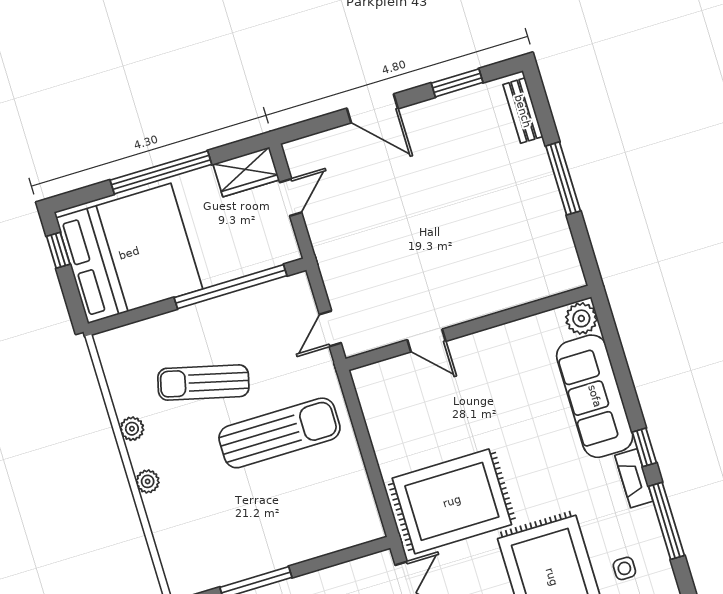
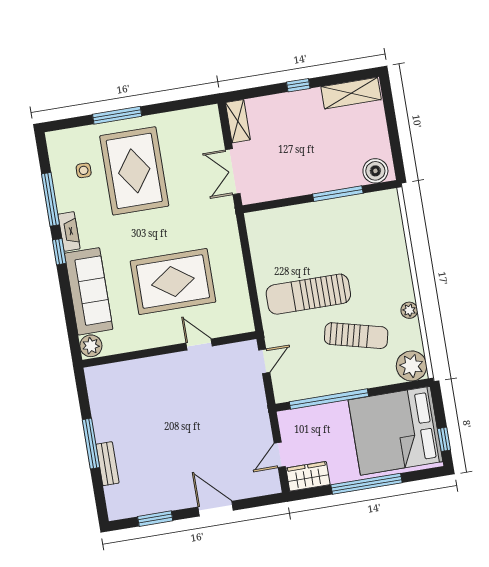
bench: (523, 111) -> (107, 464), moved
plant: (148, 481) -> (412, 366), moved, width x1.88, depth x1.88
rug: (452, 501) -> (173, 282), moved

